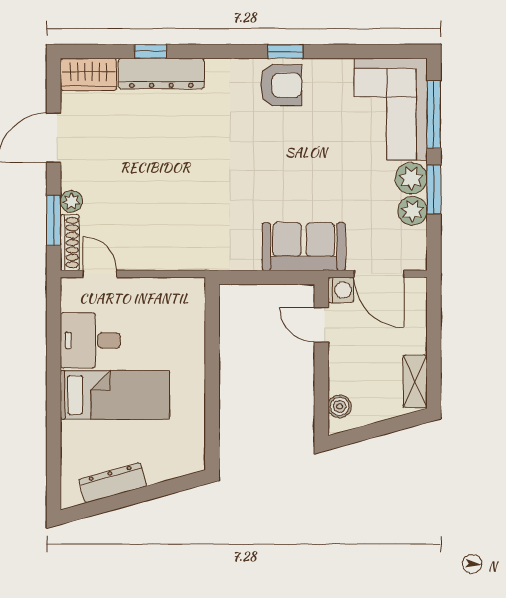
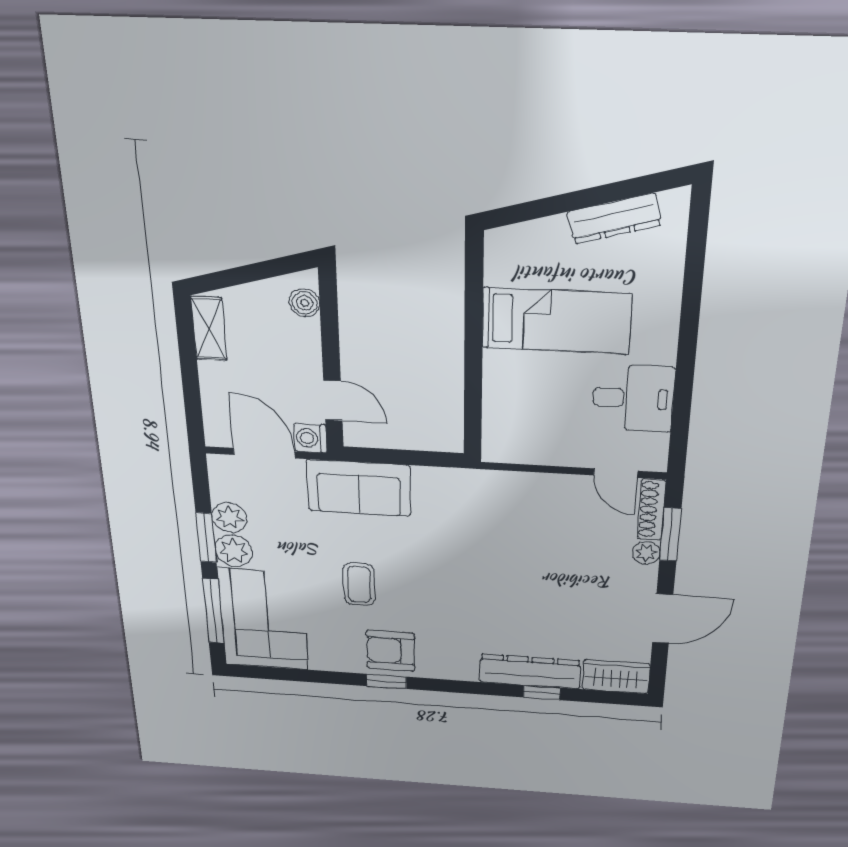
coffee table: (306, 152) -> (359, 584), added
bed: (115, 395) -> (556, 321), moved, turned 180

